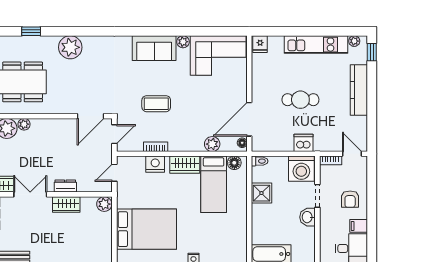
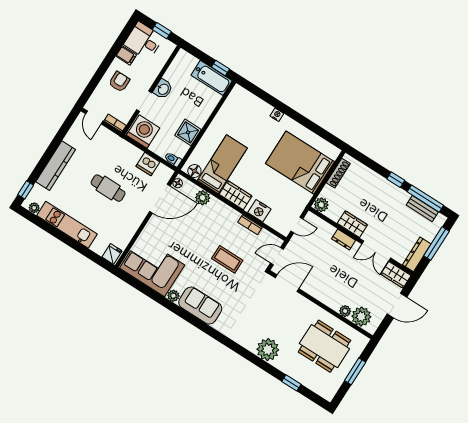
dishwasher: (303, 143) -> (148, 164), moved
shoe rack: (107, 241) -> (338, 173), added

